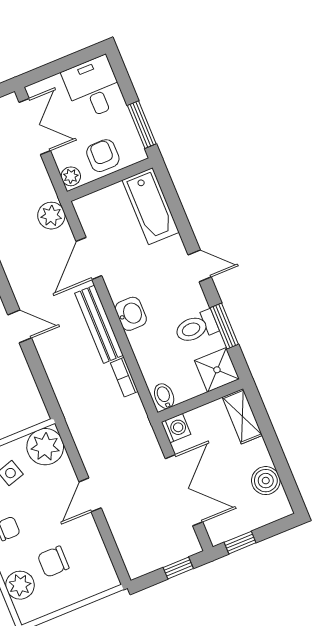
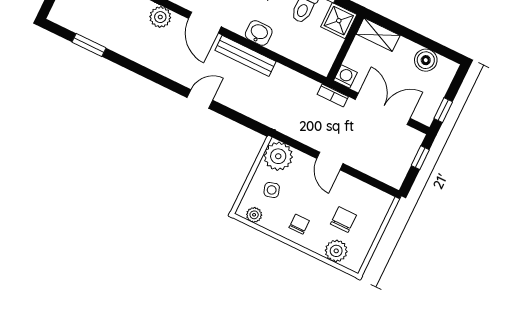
bookcase: (124, 377) -> (333, 95), moved
bidet: (164, 396) -> (322, 64), removed
chair: (53, 562) -> (343, 220), turned 180

